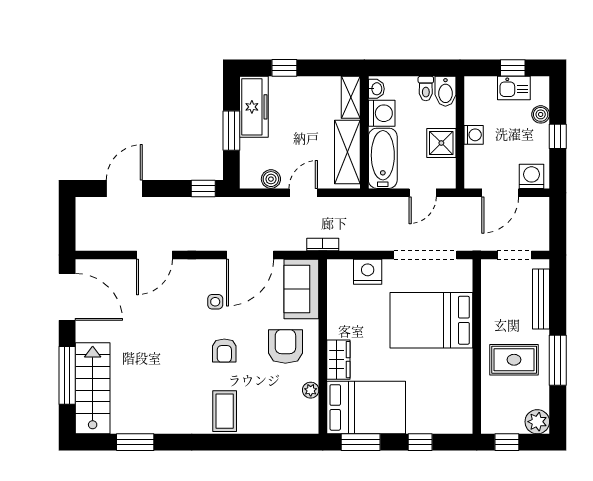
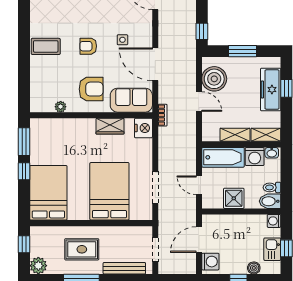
freezer: (254, 107) -> (271, 90), moved, turned 90
washing machine: (474, 135) -> (274, 221), moved, turned 90
shelving: (347, 152) -> (235, 135), width x0.67, depth x0.75
boiler: (271, 179) -> (214, 79), width x1.86, depth x1.86
door: (500, 193) -> (199, 240), hinge flipped
doorway: (425, 255) -> (155, 187), width x0.73
nightstand: (368, 272) -> (143, 128), moved
wardrobe: (338, 360) -> (110, 126), moved
rug: (514, 360) -> (82, 249), turned 90
bed: (366, 407) -> (48, 193), moved, turned 180
window: (420, 442) -> (24, 171), moved

